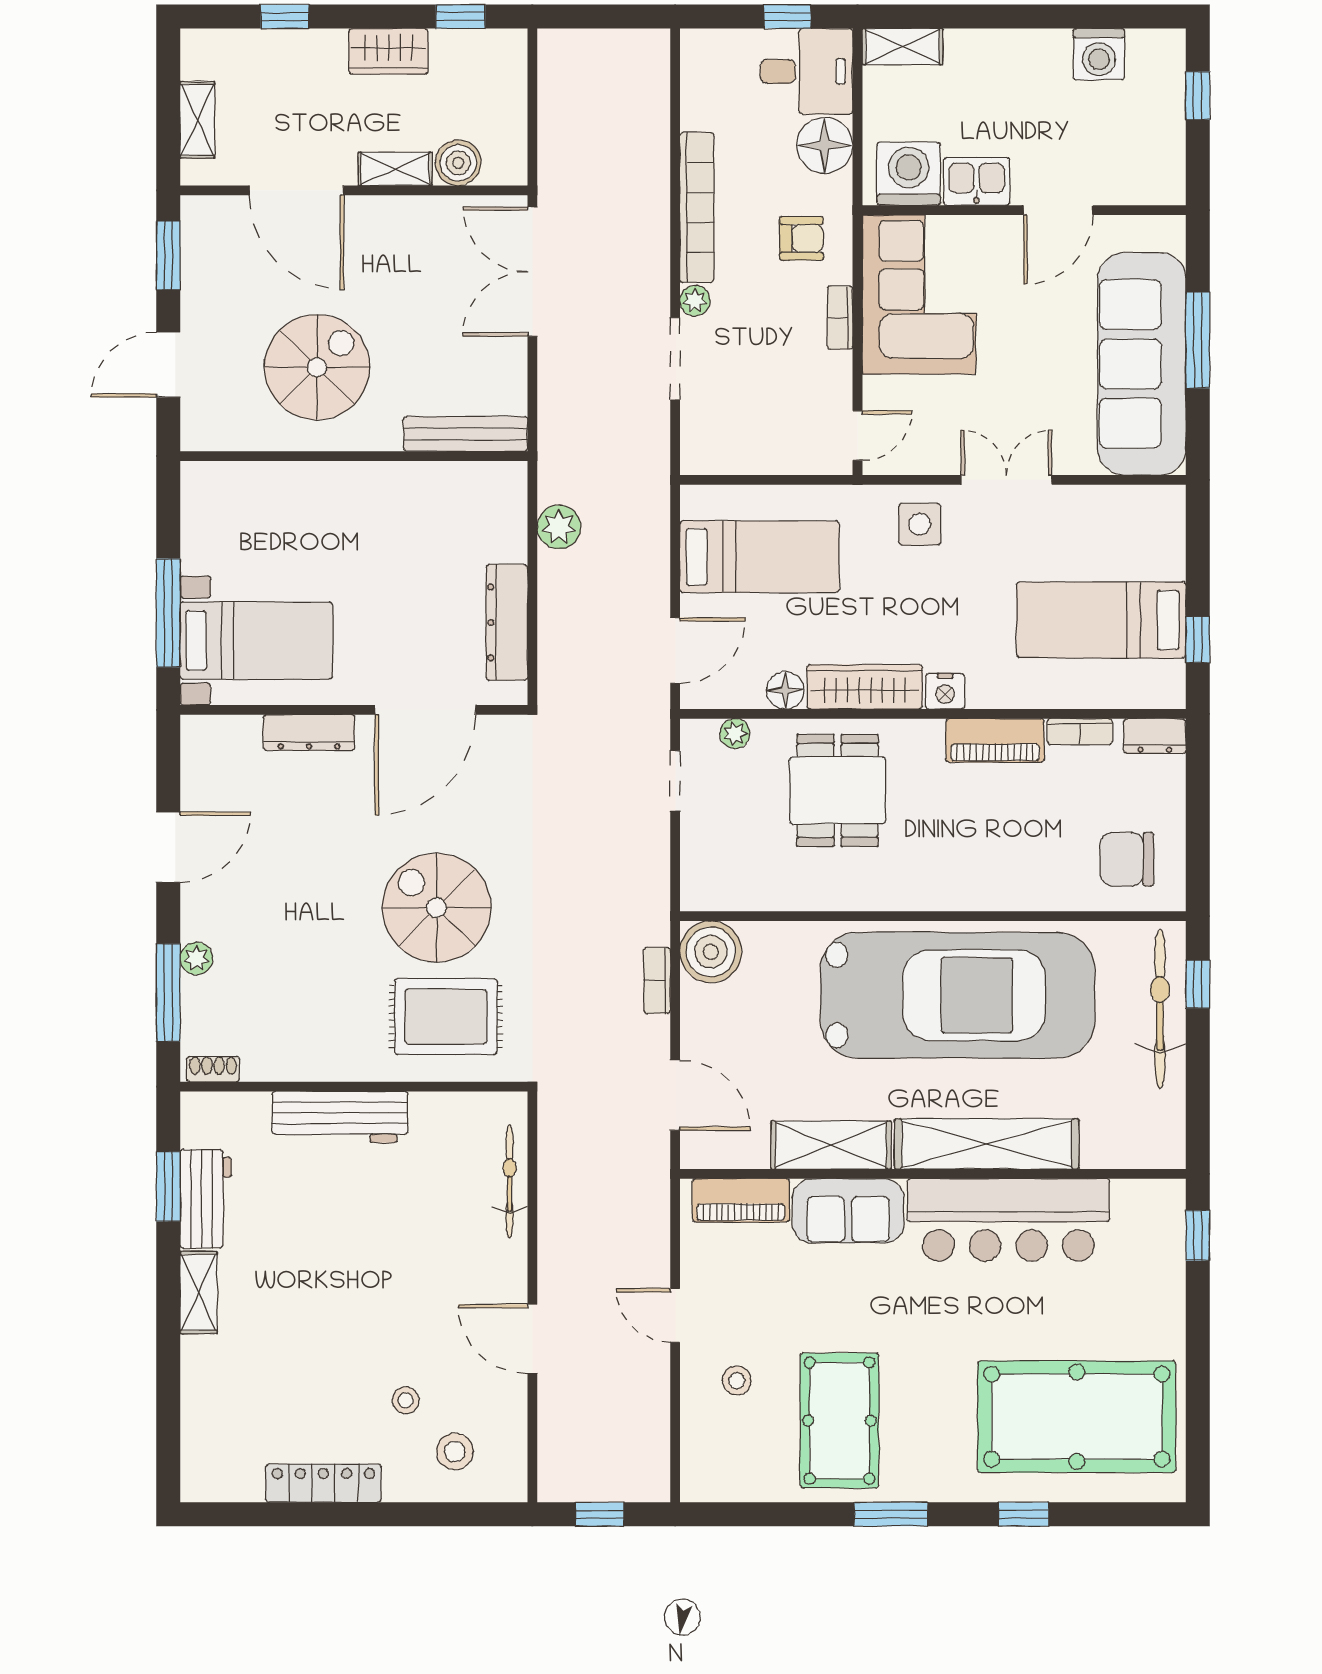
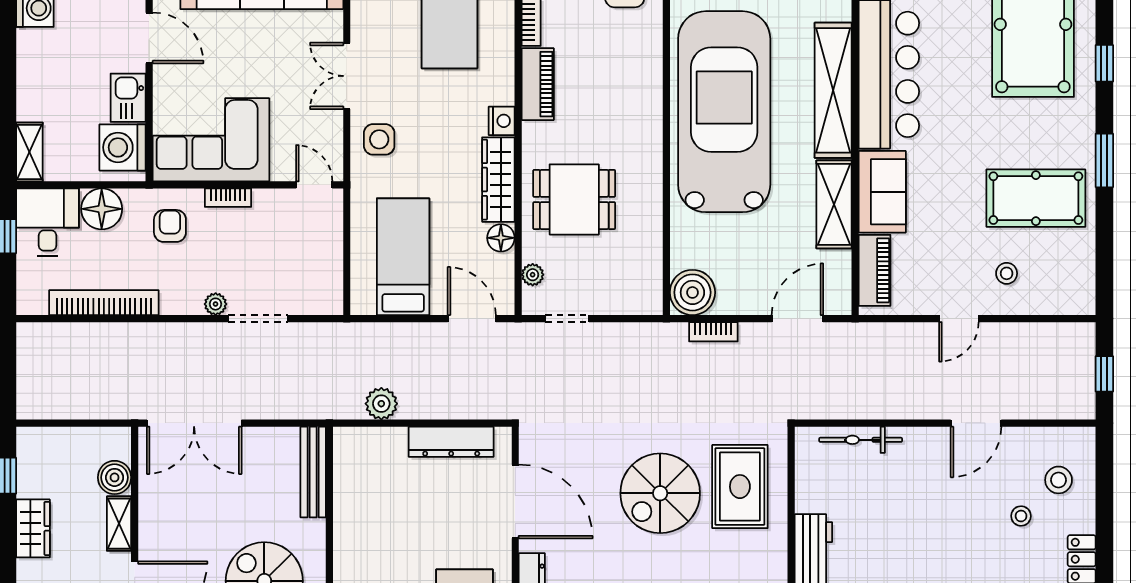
bookcase: (697, 207) -> (104, 303), moved

